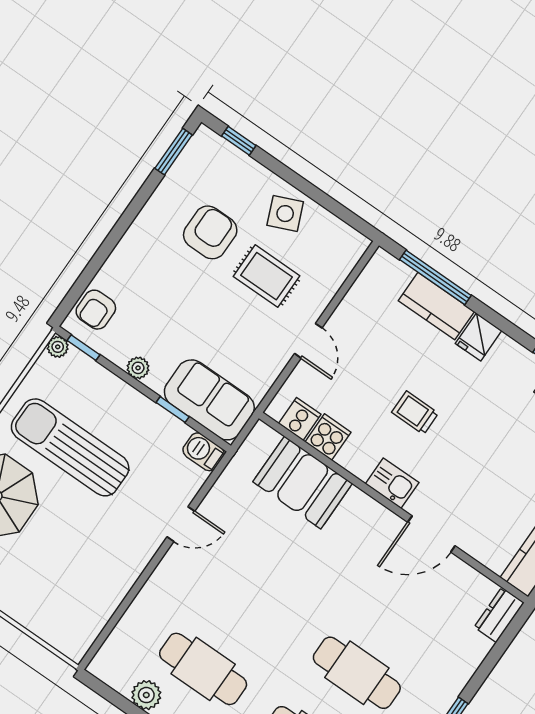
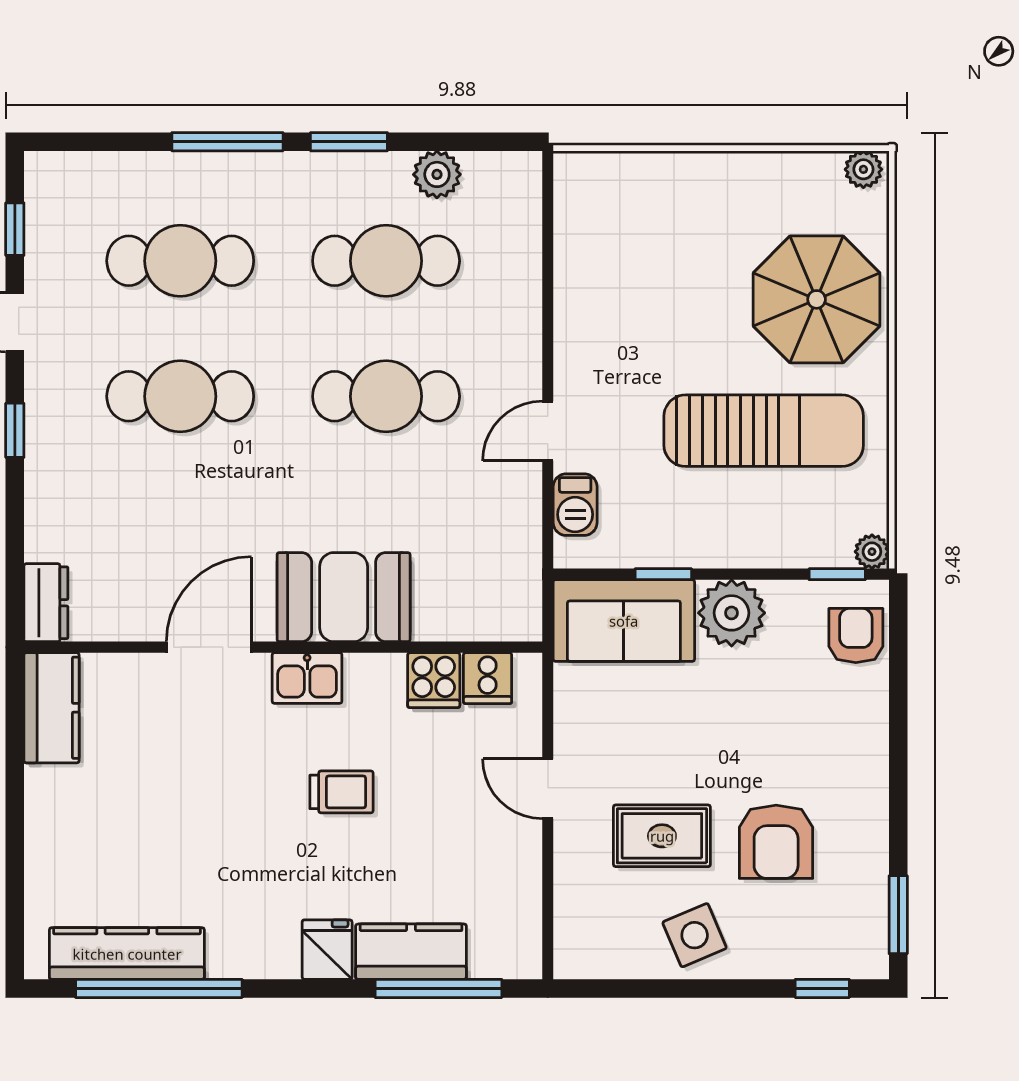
plant: (138, 368) -> (732, 613), width x1.88, depth x1.88
barbecue: (204, 452) -> (575, 505), moved, turned 90
booth: (303, 483) -> (344, 597), moved
cafe table: (251, 599) -> (386, 396), added

